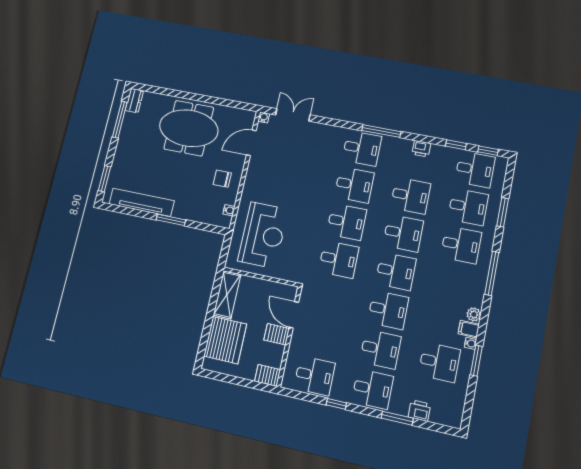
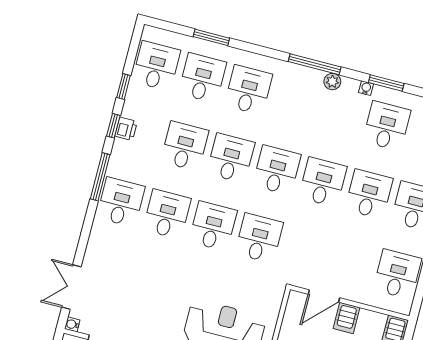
window: (488, 151) -> (113, 126), moved
window: (492, 273) -> (315, 64), moved
filing cabinet: (469, 329) -> (349, 89), removed

